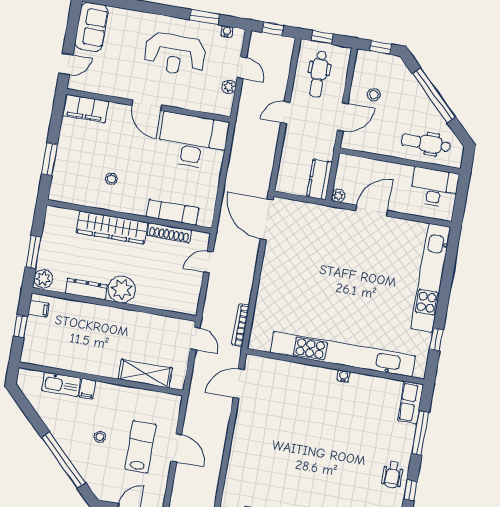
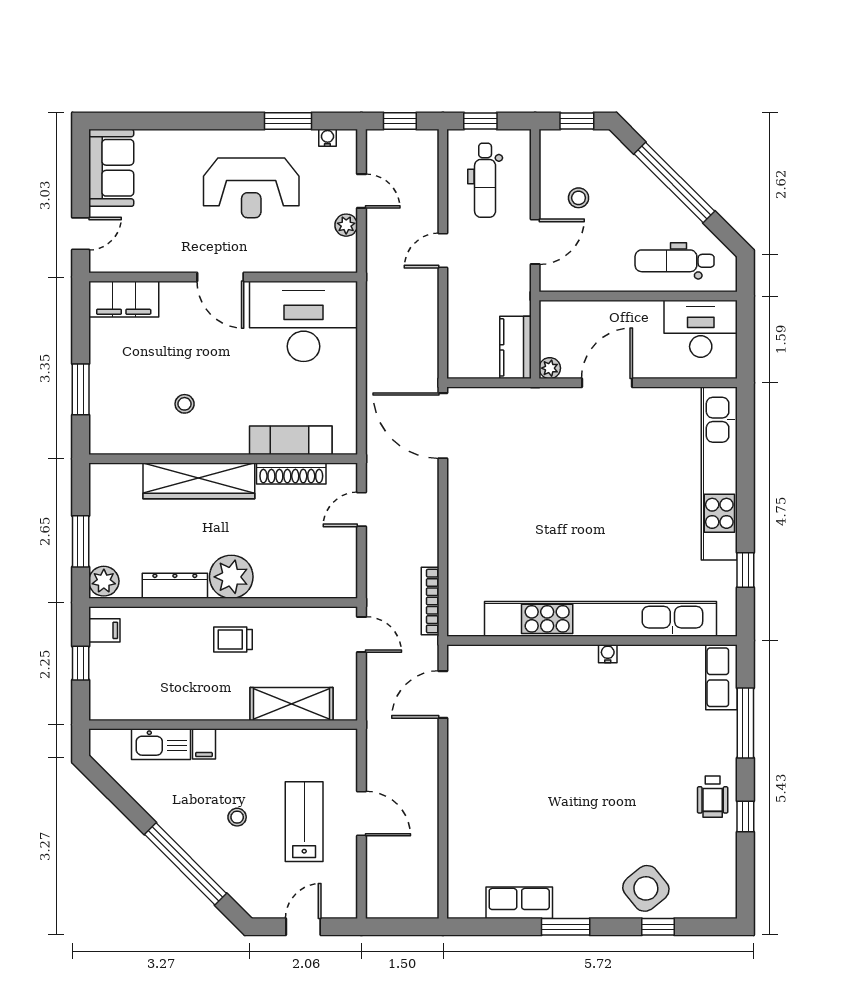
trolley: (116, 328) -> (233, 640), added

